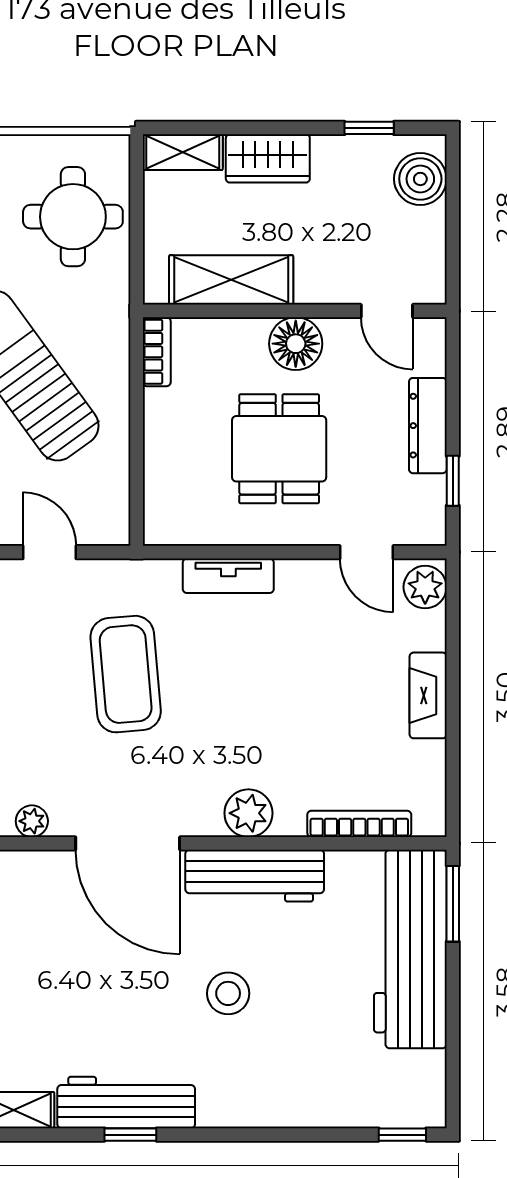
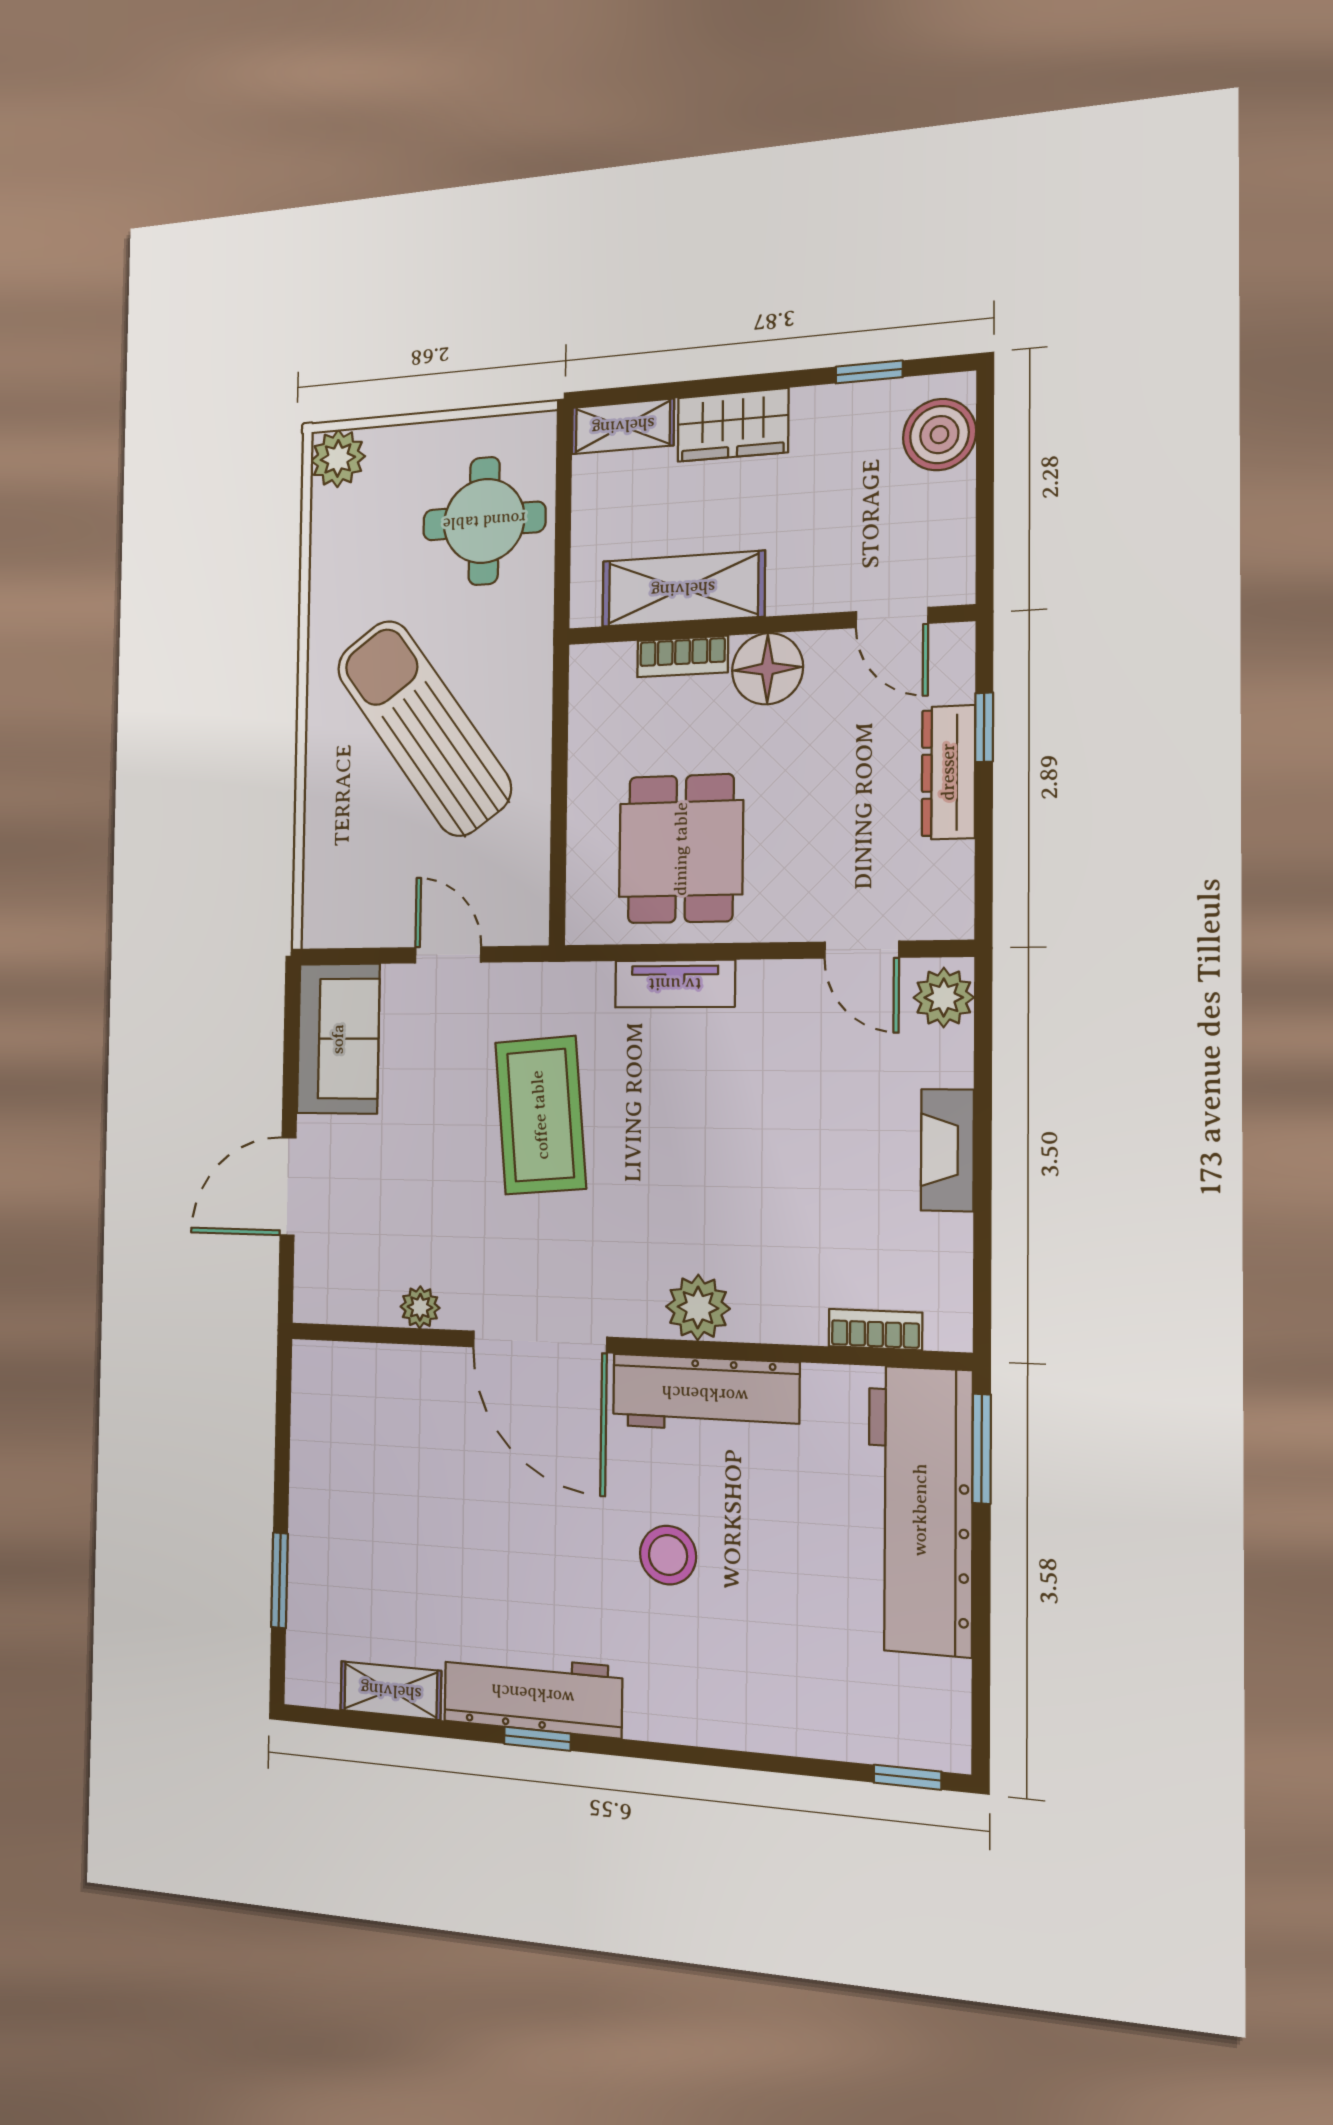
bookcase: (157, 352) -> (682, 656), moved, turned 90
dining table: (279, 449) -> (681, 849), moved
window: (453, 481) -> (984, 727), moved
bookcase: (359, 824) -> (875, 1330), width x0.64

